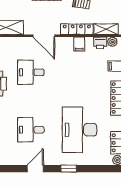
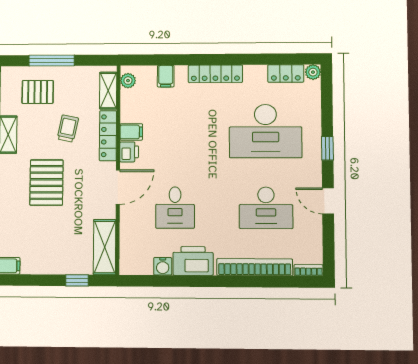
printer: (100, 43) -> (129, 152), moved
desk: (31, 130) -> (266, 208), width x1.37

